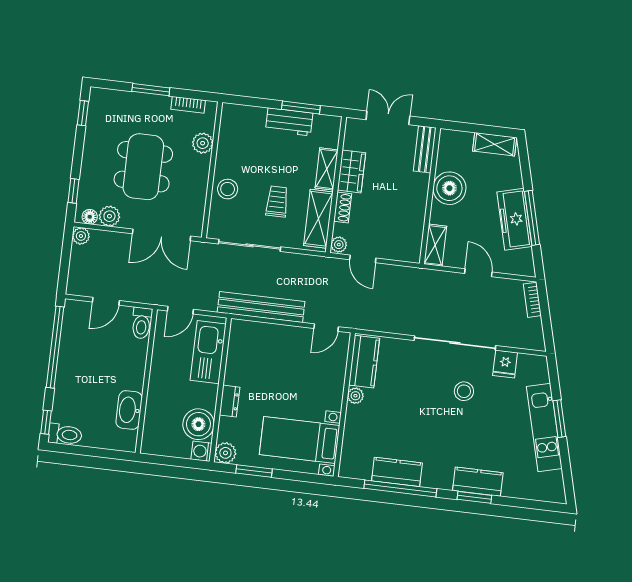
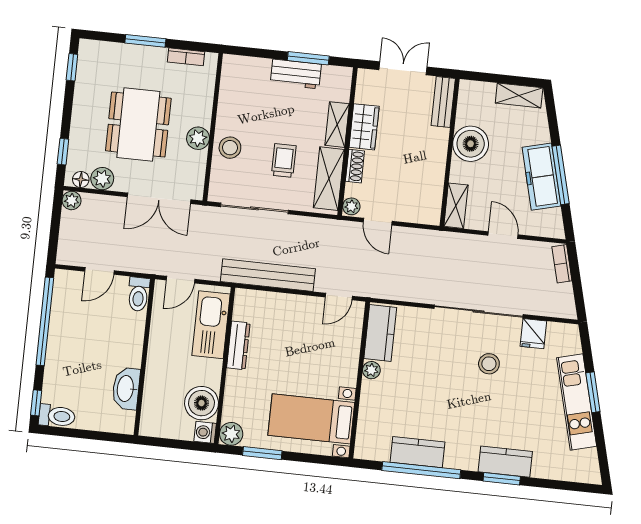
plant: (203, 143) -> (198, 138), moved
dresser: (230, 401) -> (238, 345), moved, width x1.44

